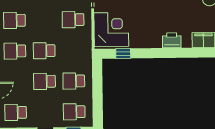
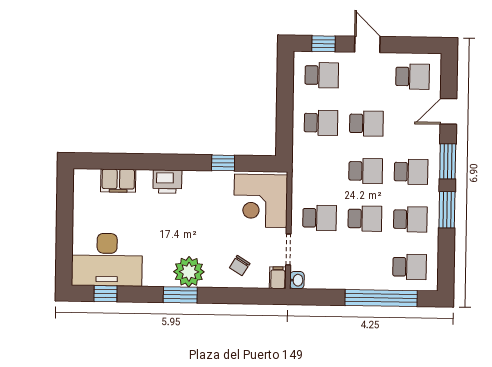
school desk: (44, 20) -> (365, 219), added
window: (123, 54) -> (223, 163), moved

